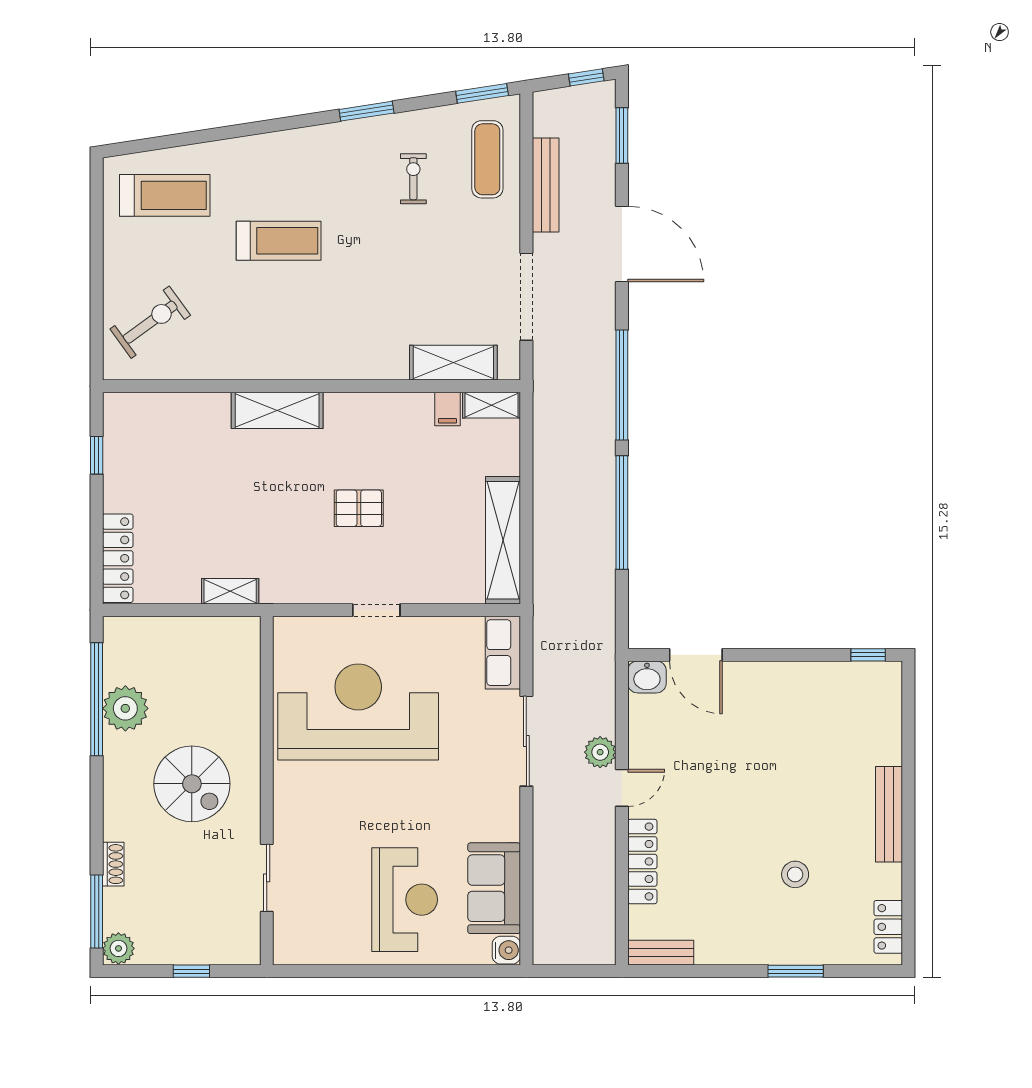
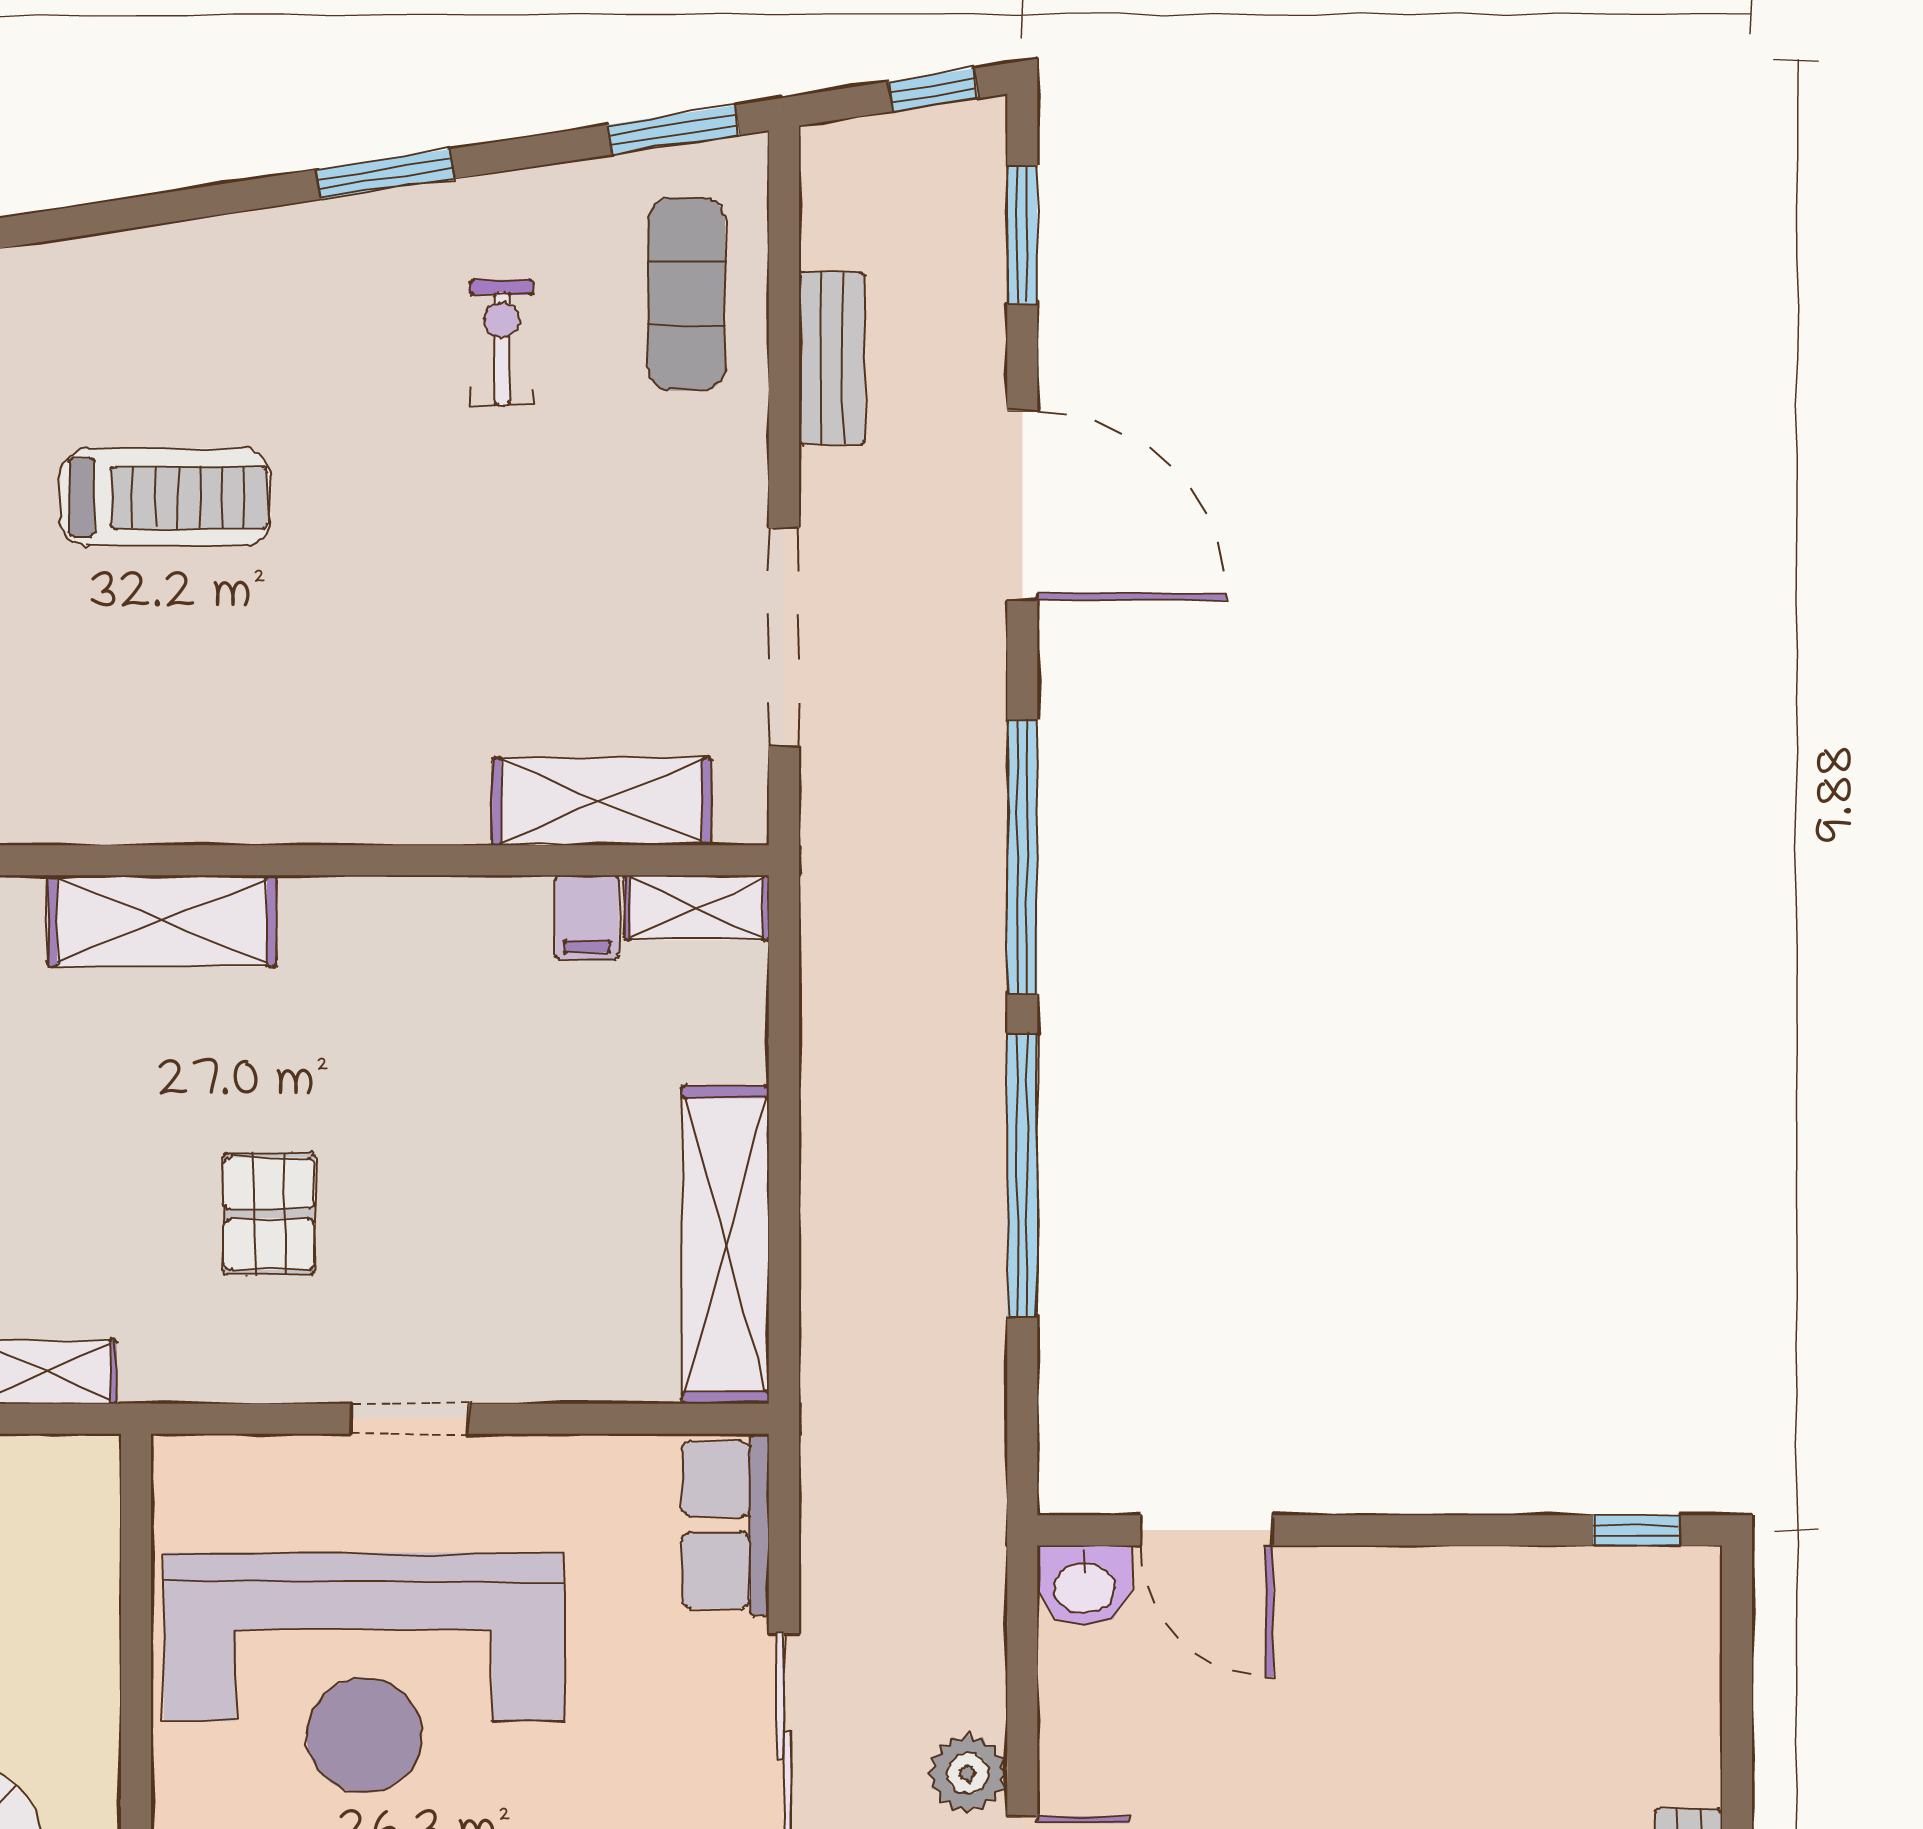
bench: (546, 185) -> (832, 358), width x0.73
pallet: (359, 508) -> (269, 1214), moved, turned 90
reception desk: (358, 712) -> (364, 1673), turned 180

